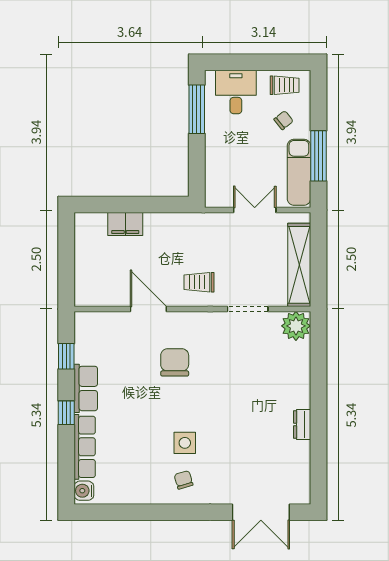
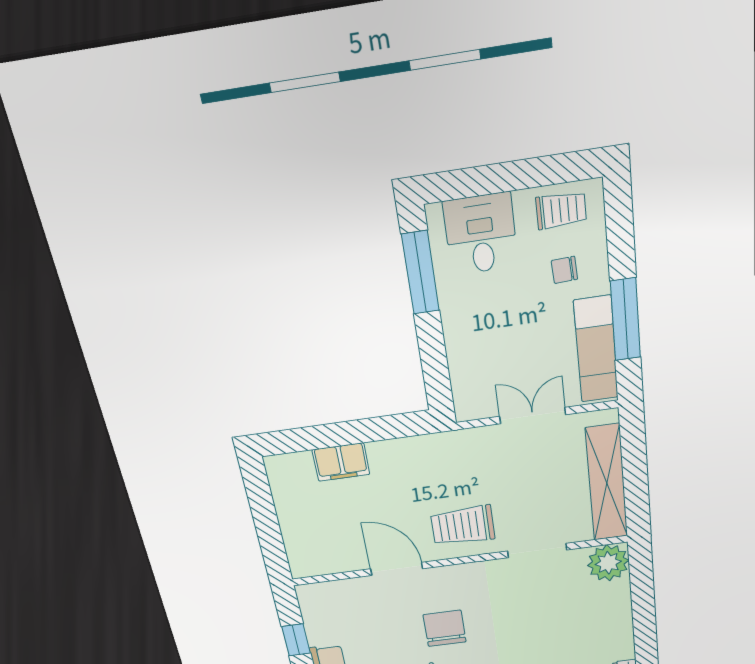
chair: (284, 120) -> (564, 270), turned -144
trolley: (199, 282) -> (463, 526), width x1.36, depth x1.39

